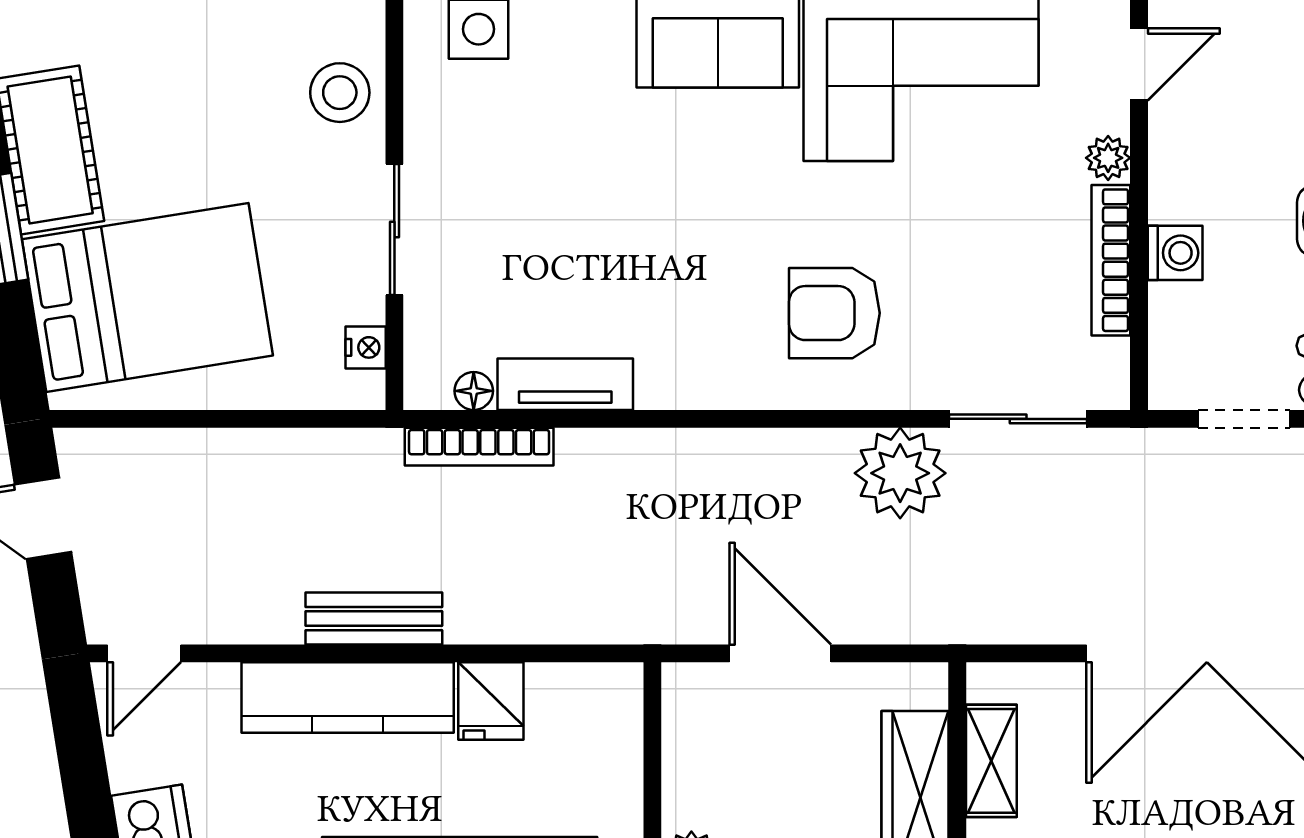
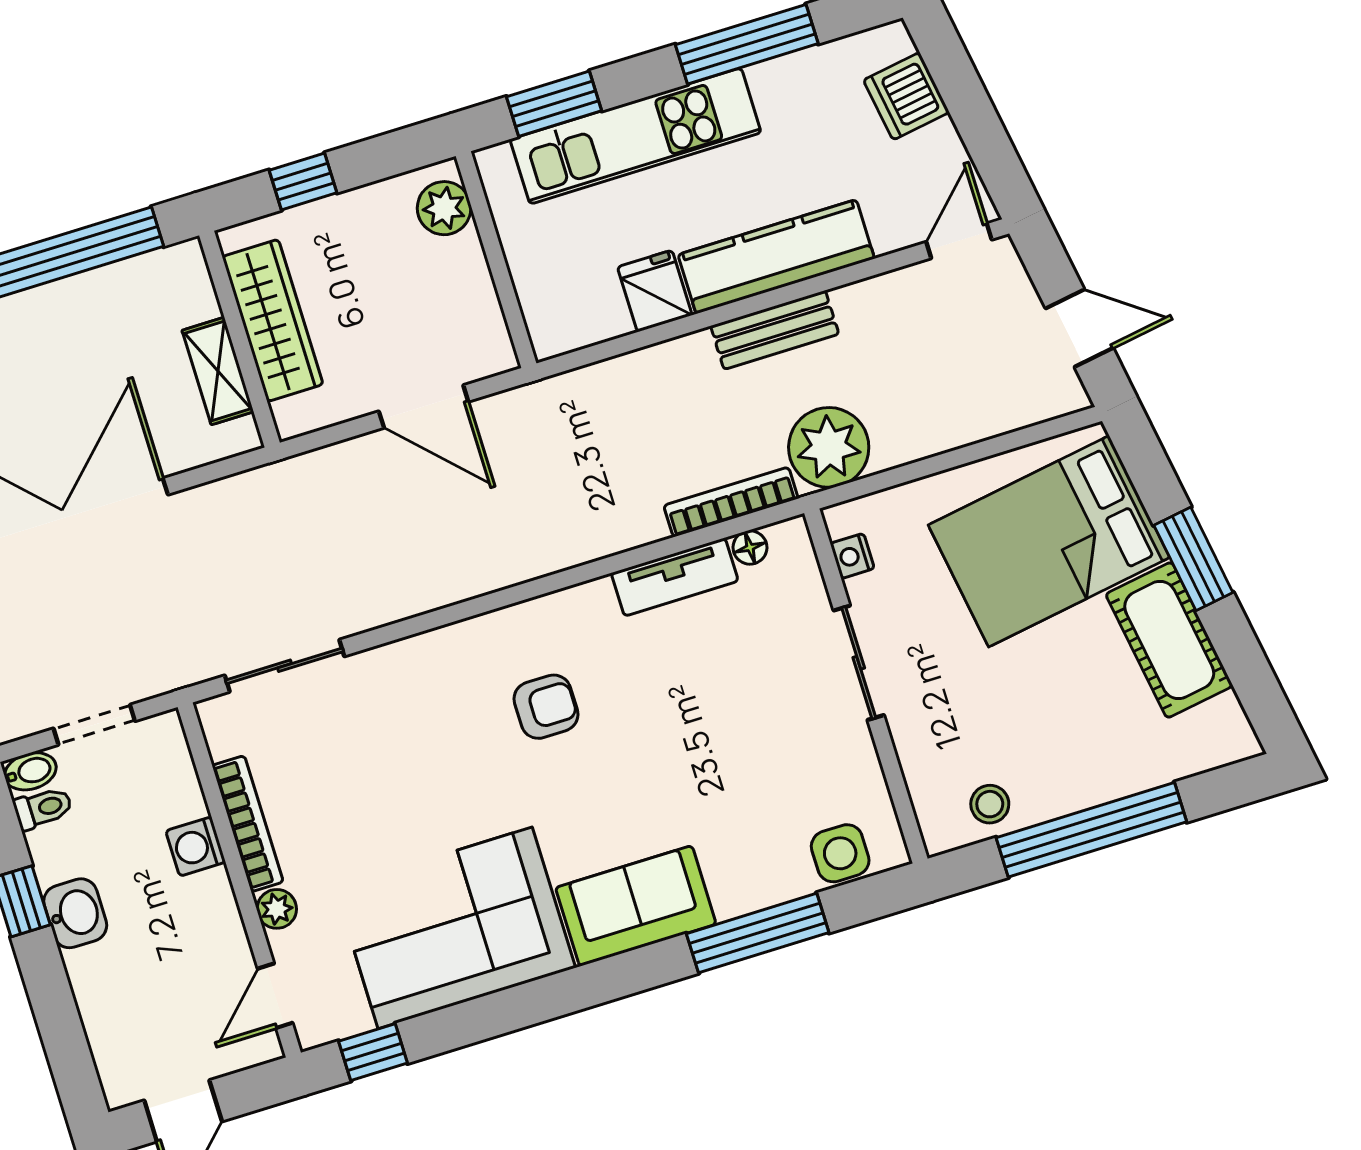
stool: (340, 93) -> (990, 804), moved, width x0.73, depth x0.73
armchair: (834, 313) -> (546, 707), moved, width x0.72, depth x0.72
plant: (900, 473) -> (829, 447), moved

